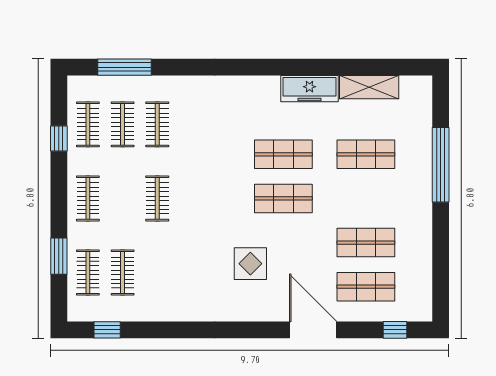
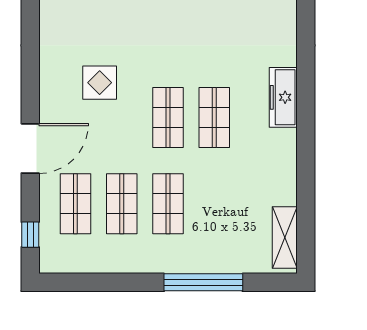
shelving: (369, 87) -> (285, 238), moved
freezer: (309, 89) -> (283, 97), moved
shop shelf: (366, 154) -> (168, 204), moved

